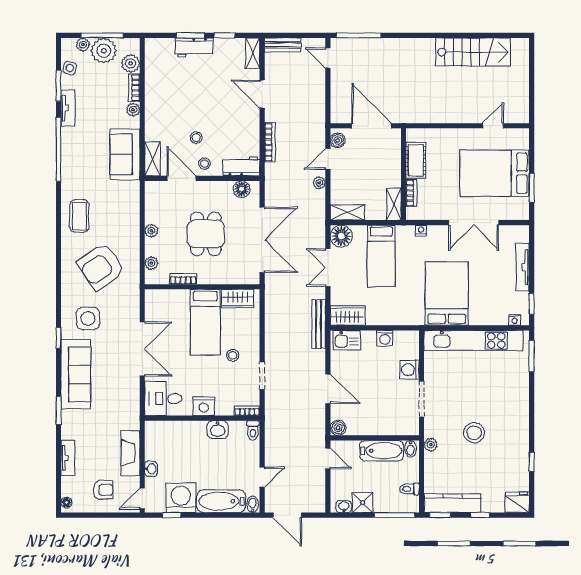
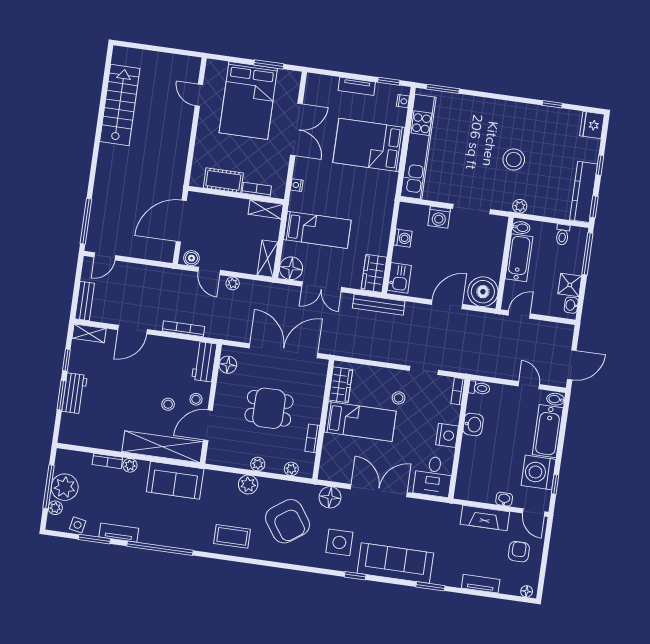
plant: (131, 63) -> (248, 485), moved
shelving: (152, 159) -> (163, 447), width x2.20, depth x1.33
tv unit: (523, 267) -> (357, 86), width x0.71
bed: (447, 294) -> (369, 145), moved
floor lamp: (129, 304) -> (330, 497), added
boiler: (338, 428) -> (483, 292), width x1.86, depth x1.86

